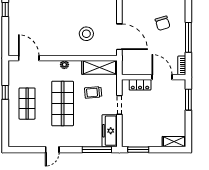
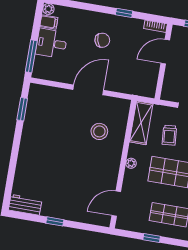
door: (119, 37) -> (88, 90), moved
window: (188, 37) -> (124, 13), width x0.46
locker: (140, 85) -> (170, 79), removed

